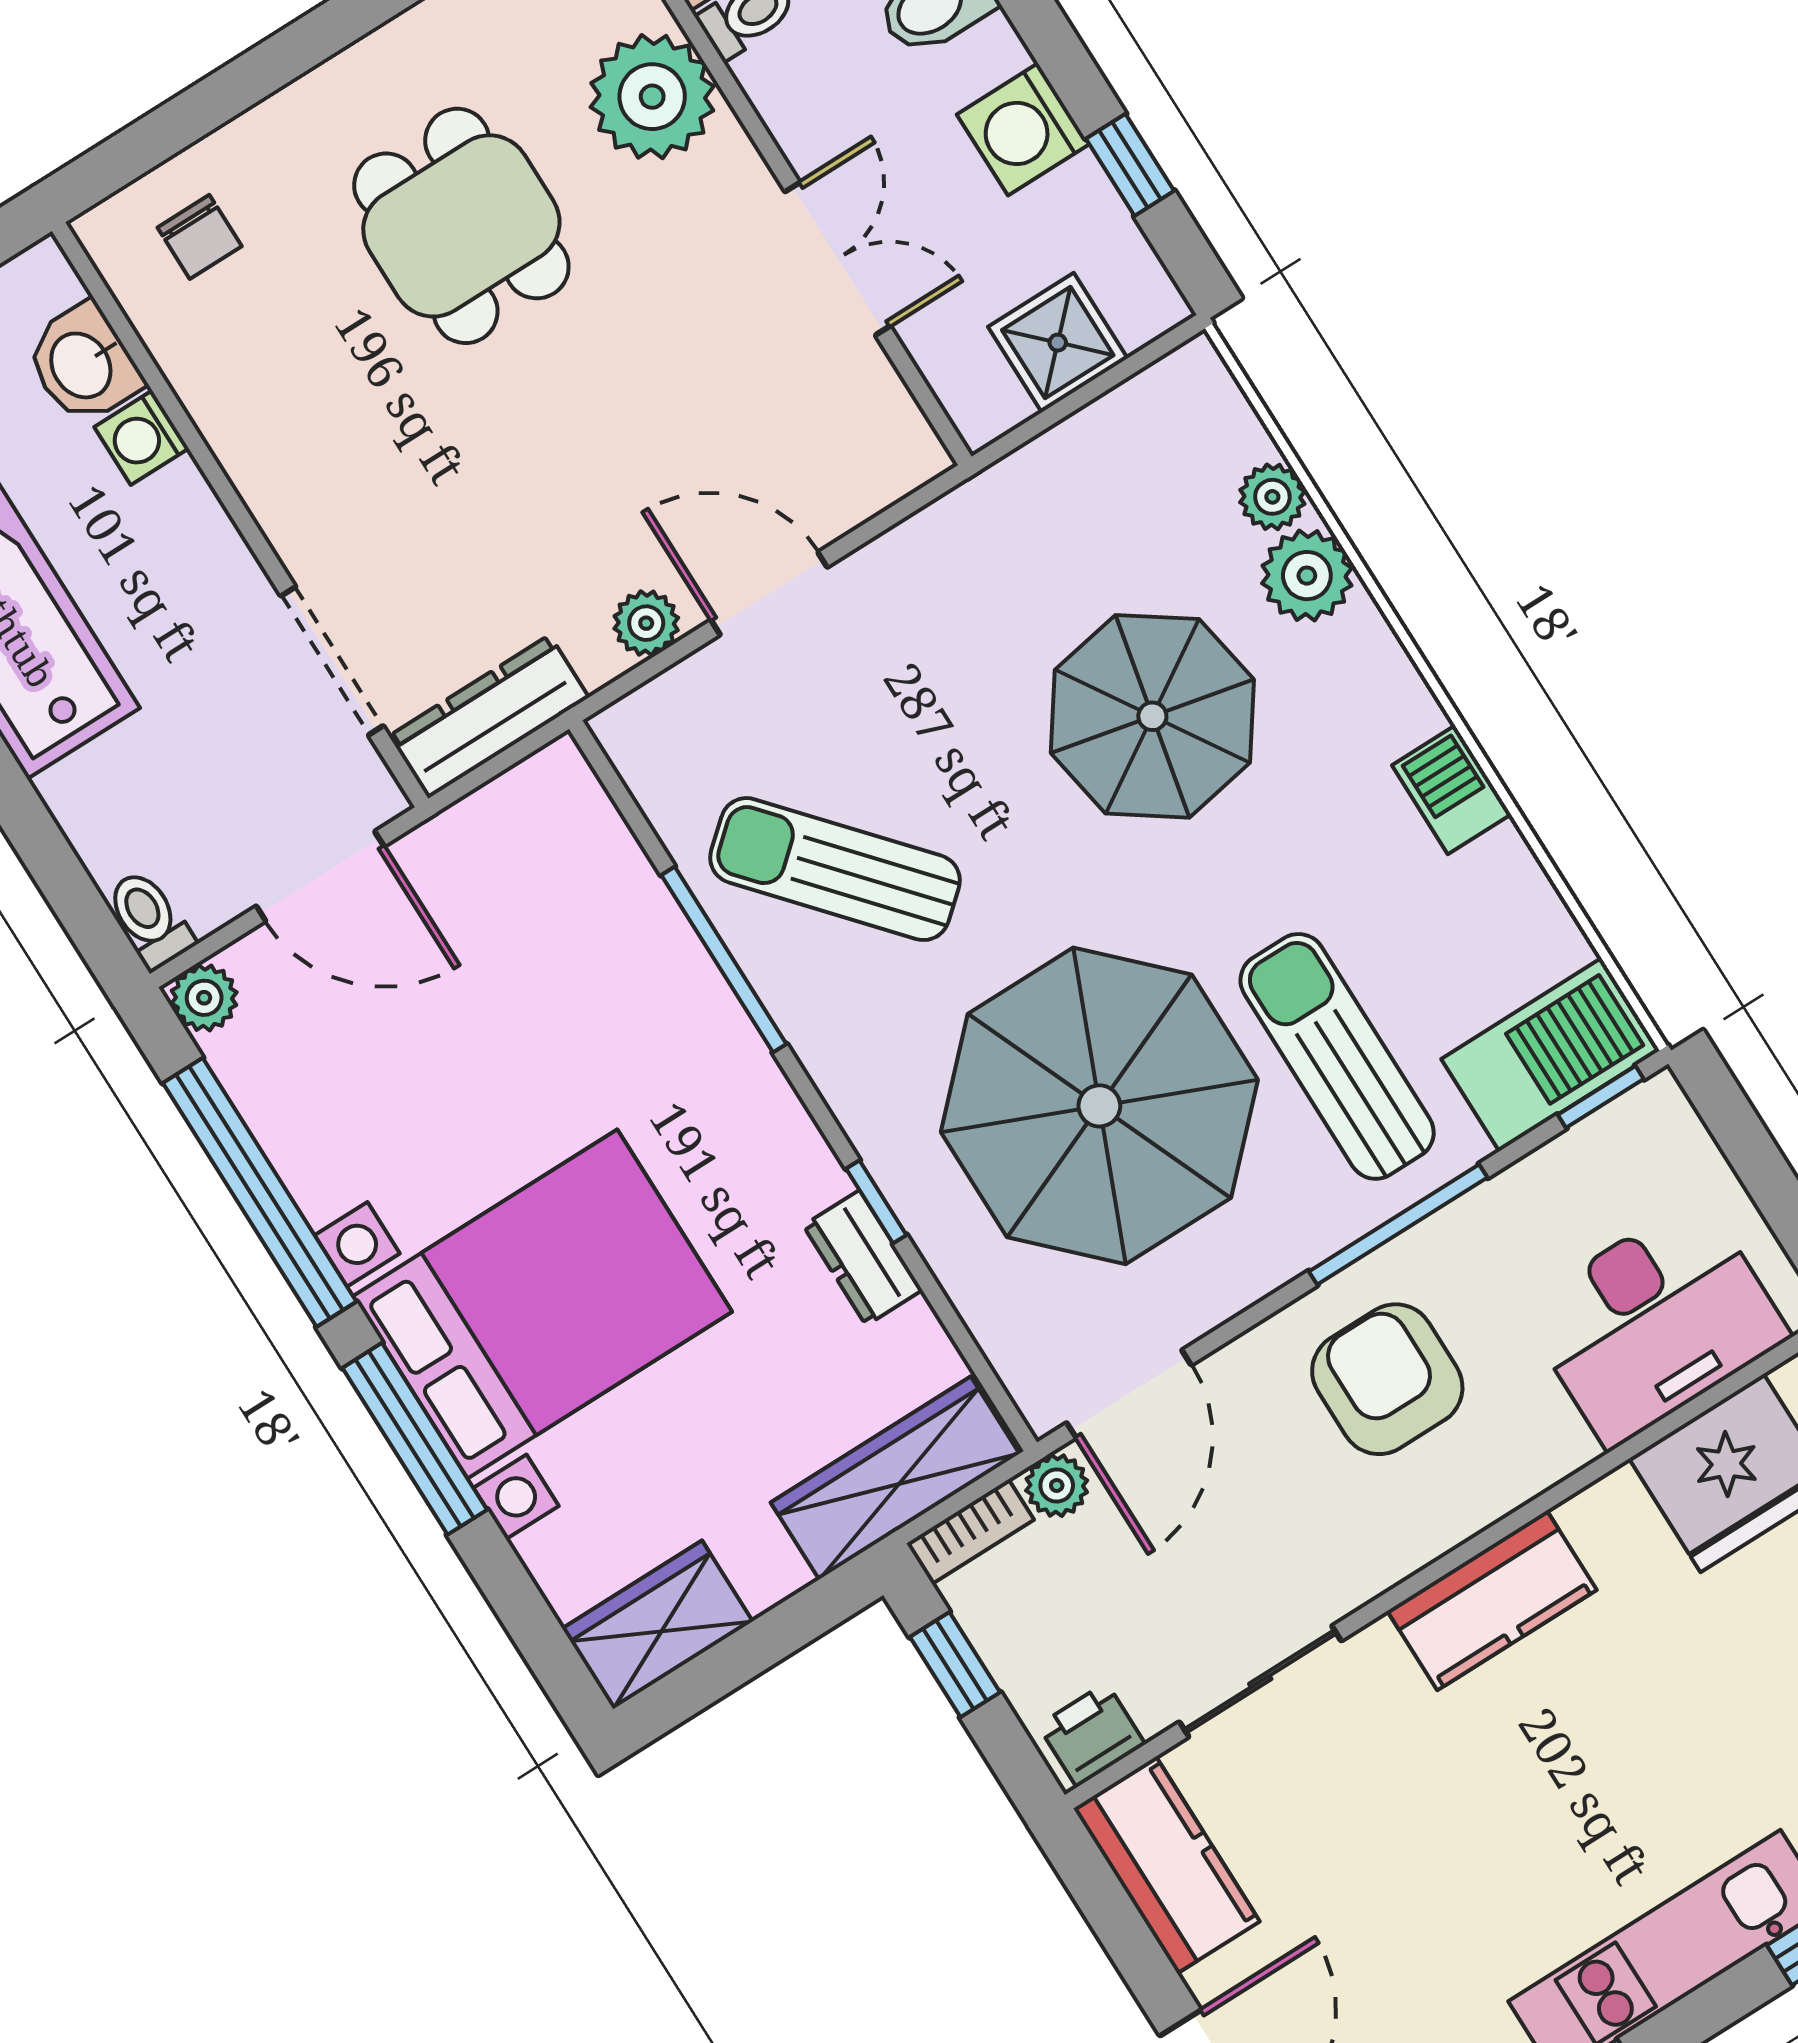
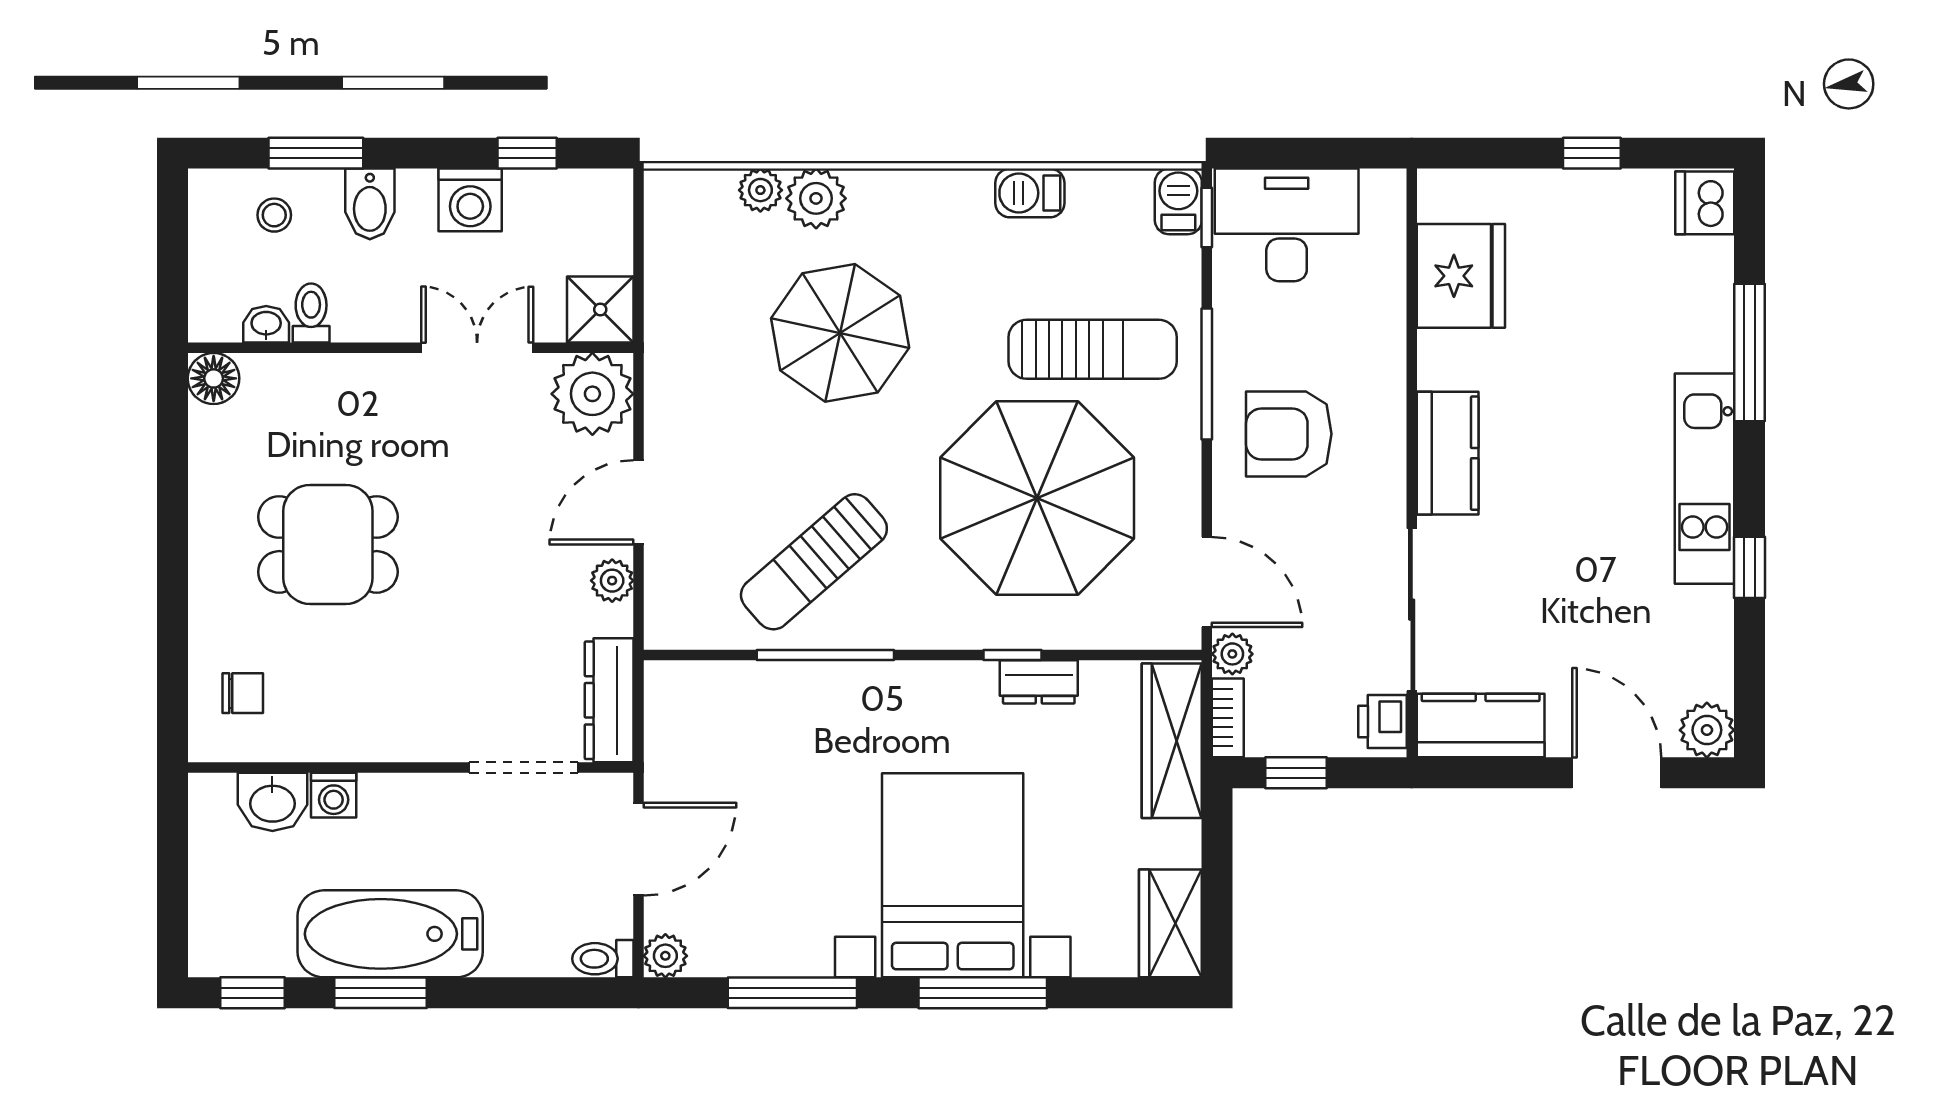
plant: (652, 97) -> (592, 394), moved
shower: (1058, 343) -> (600, 309), moved
barbecue: (1452, 790) -> (1030, 193), moved
barbecue: (1551, 1055) -> (1178, 201), width x0.53, depth x0.65
sun lounger: (1337, 1056) -> (1093, 349), turned 180
window: (260, 1192) -> (792, 993), width x0.68
desk: (1654, 1322) -> (1287, 225), moved, turned -90
sliding door: (1260, 1681) -> (1412, 610), width x1.37

